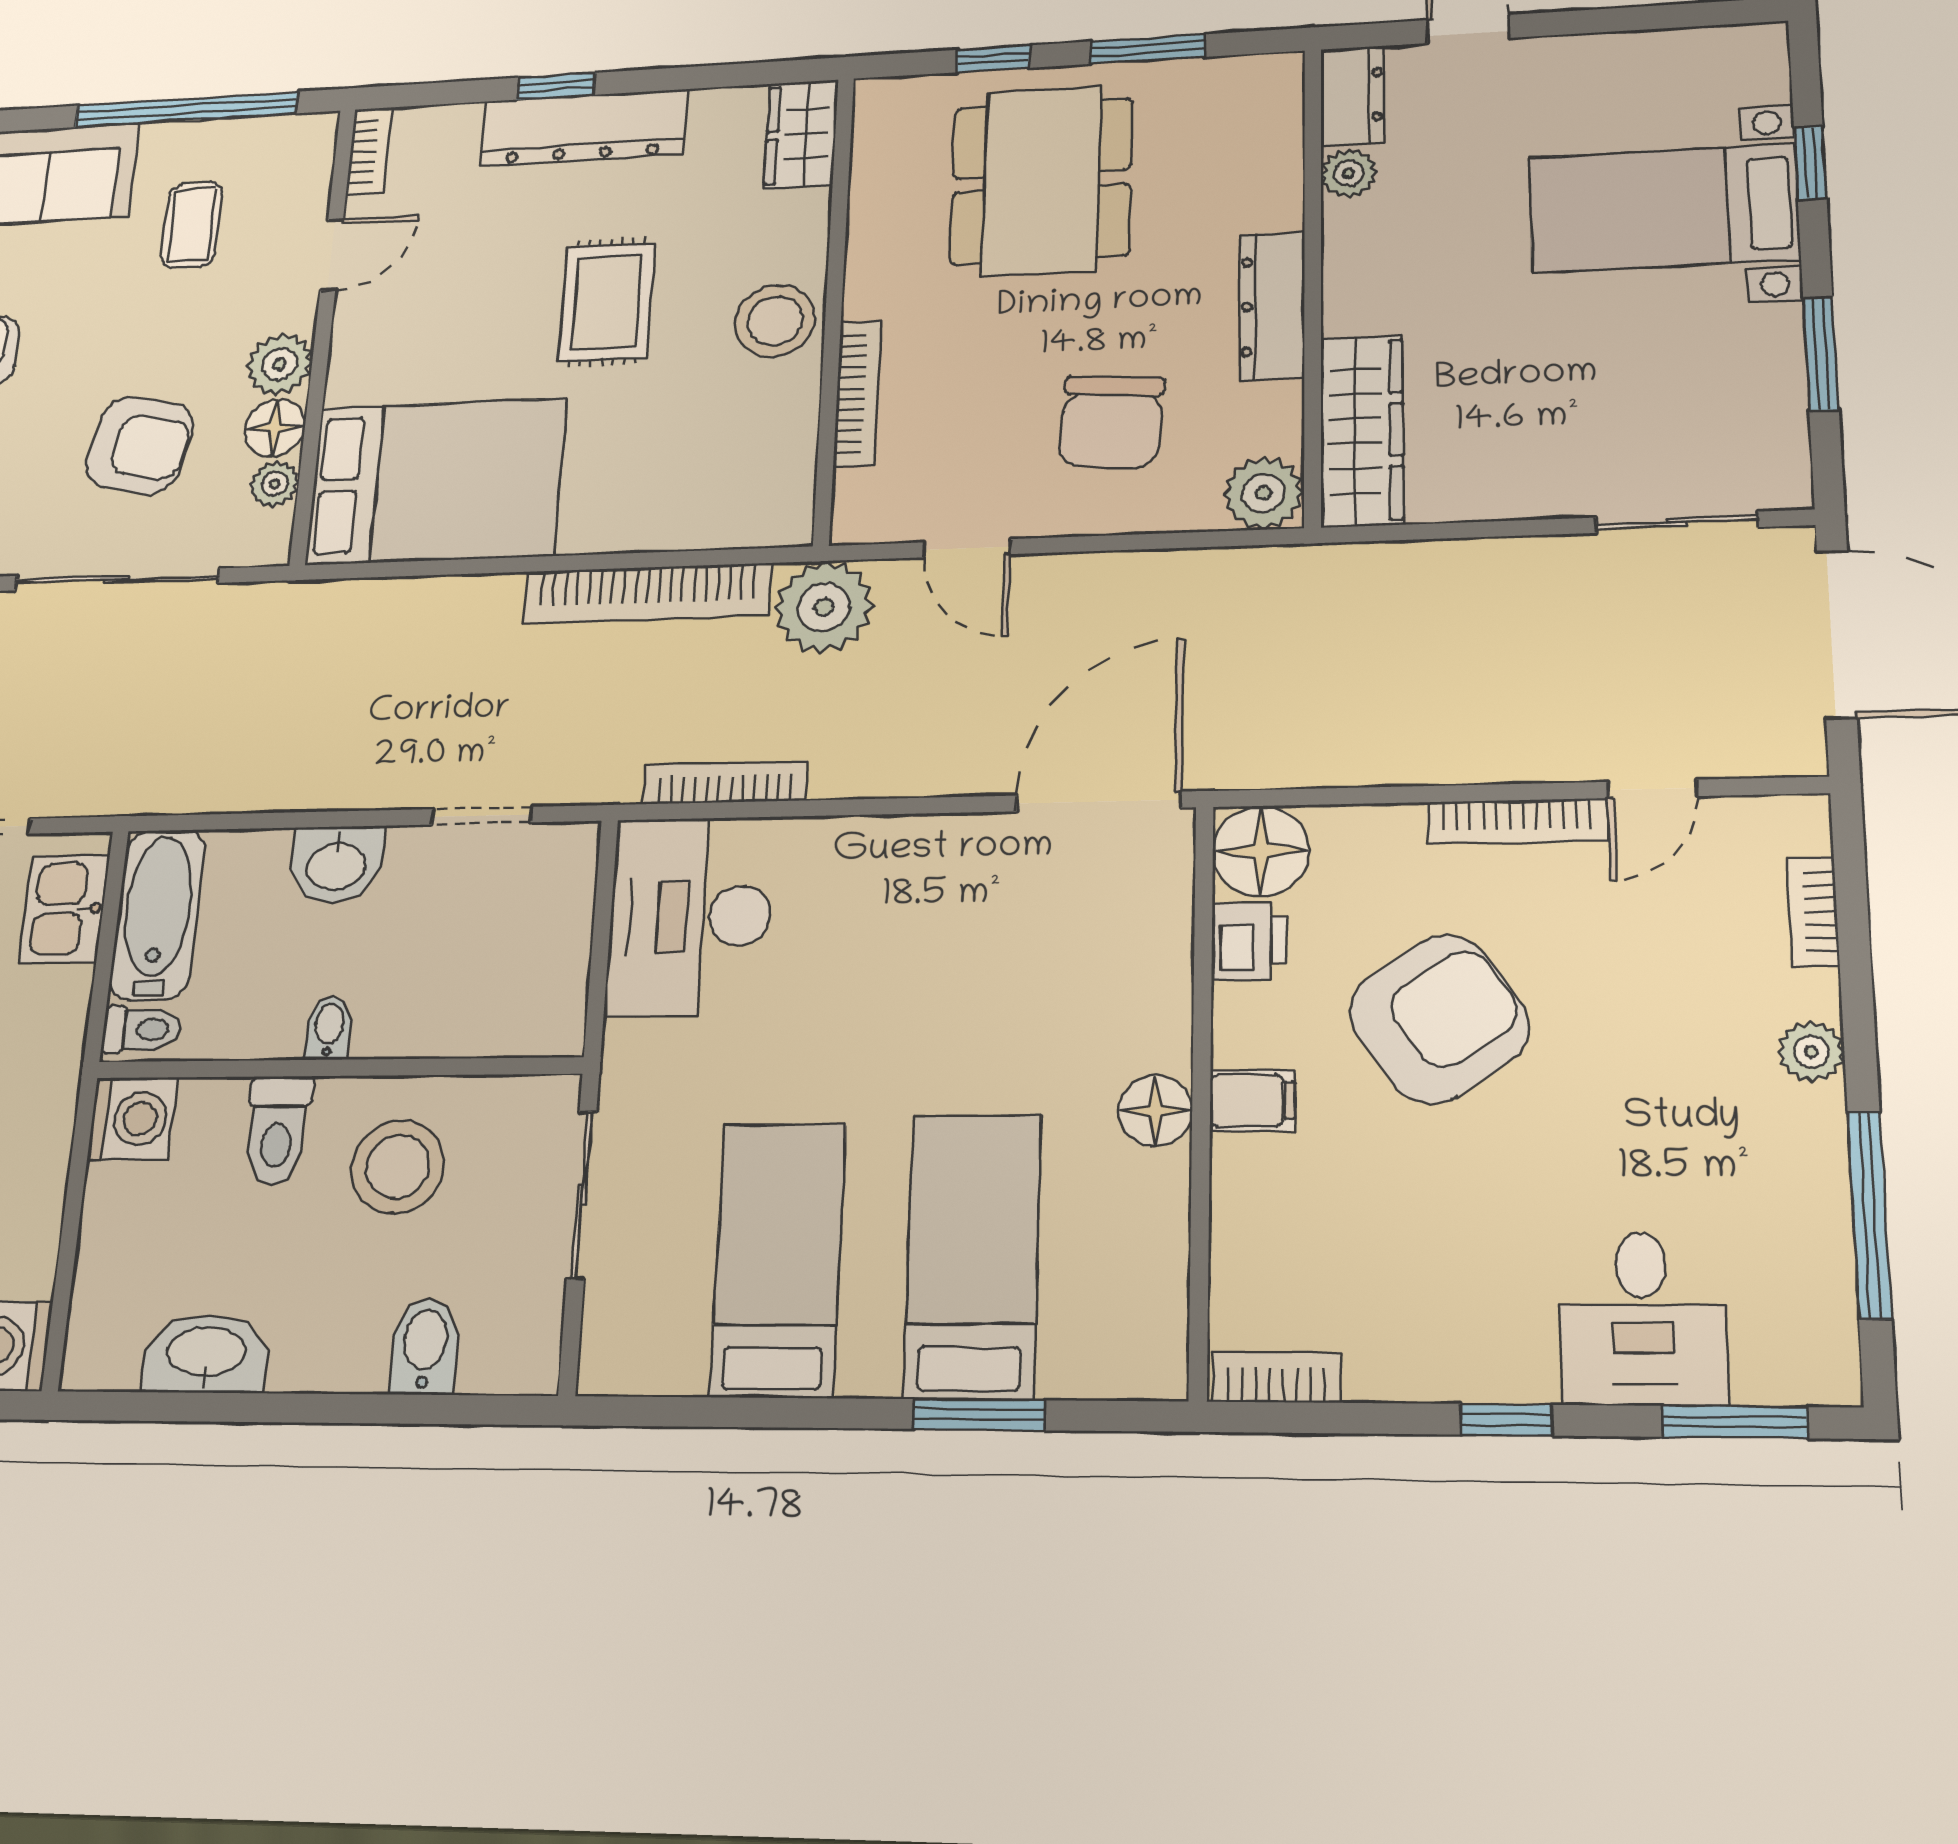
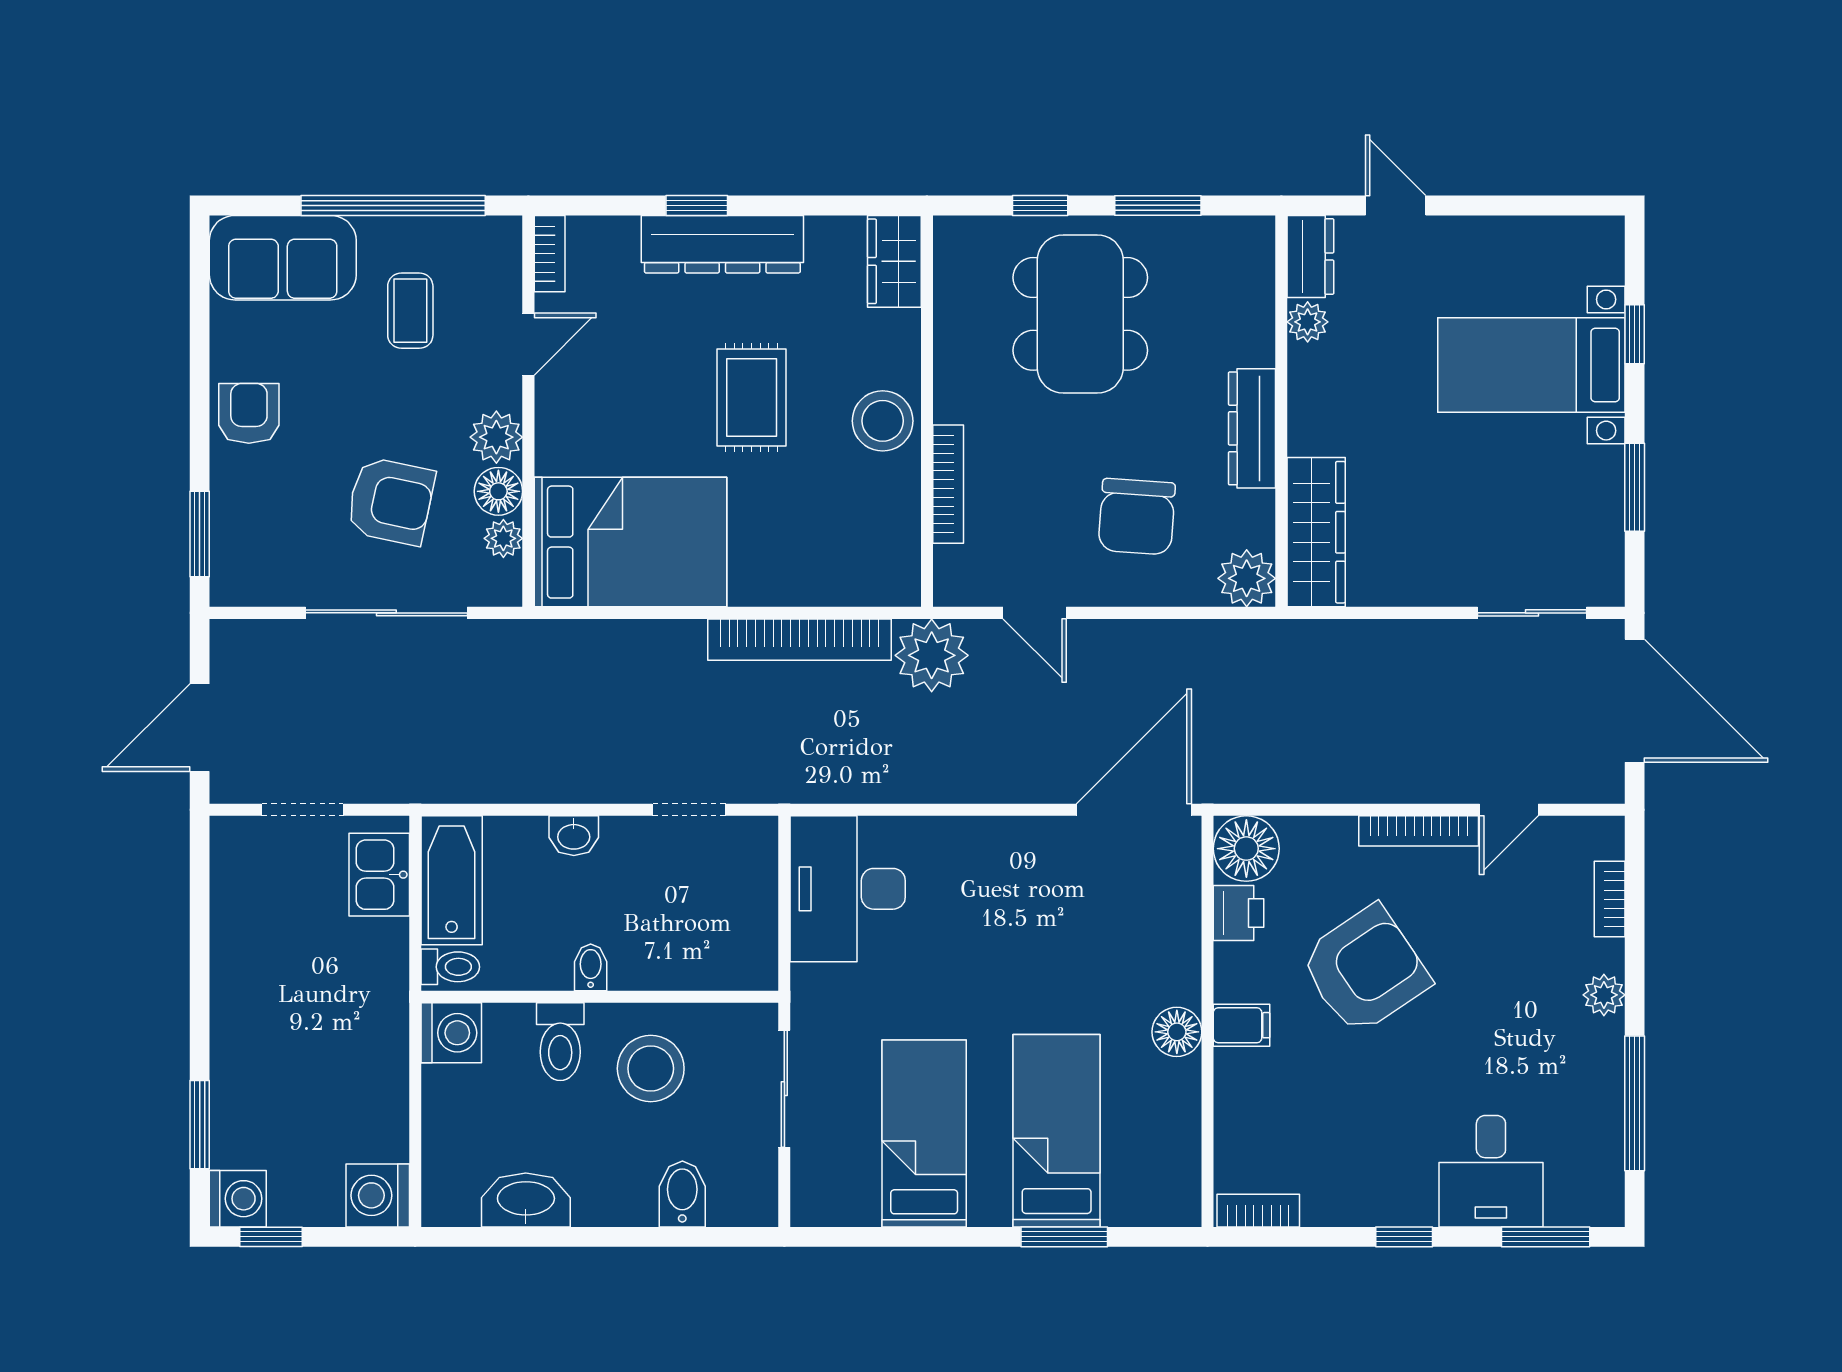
bookcase: (725, 783) -> (867, 789), removed
washbasin: (336, 864) -> (574, 836), width x0.72, depth x0.69

